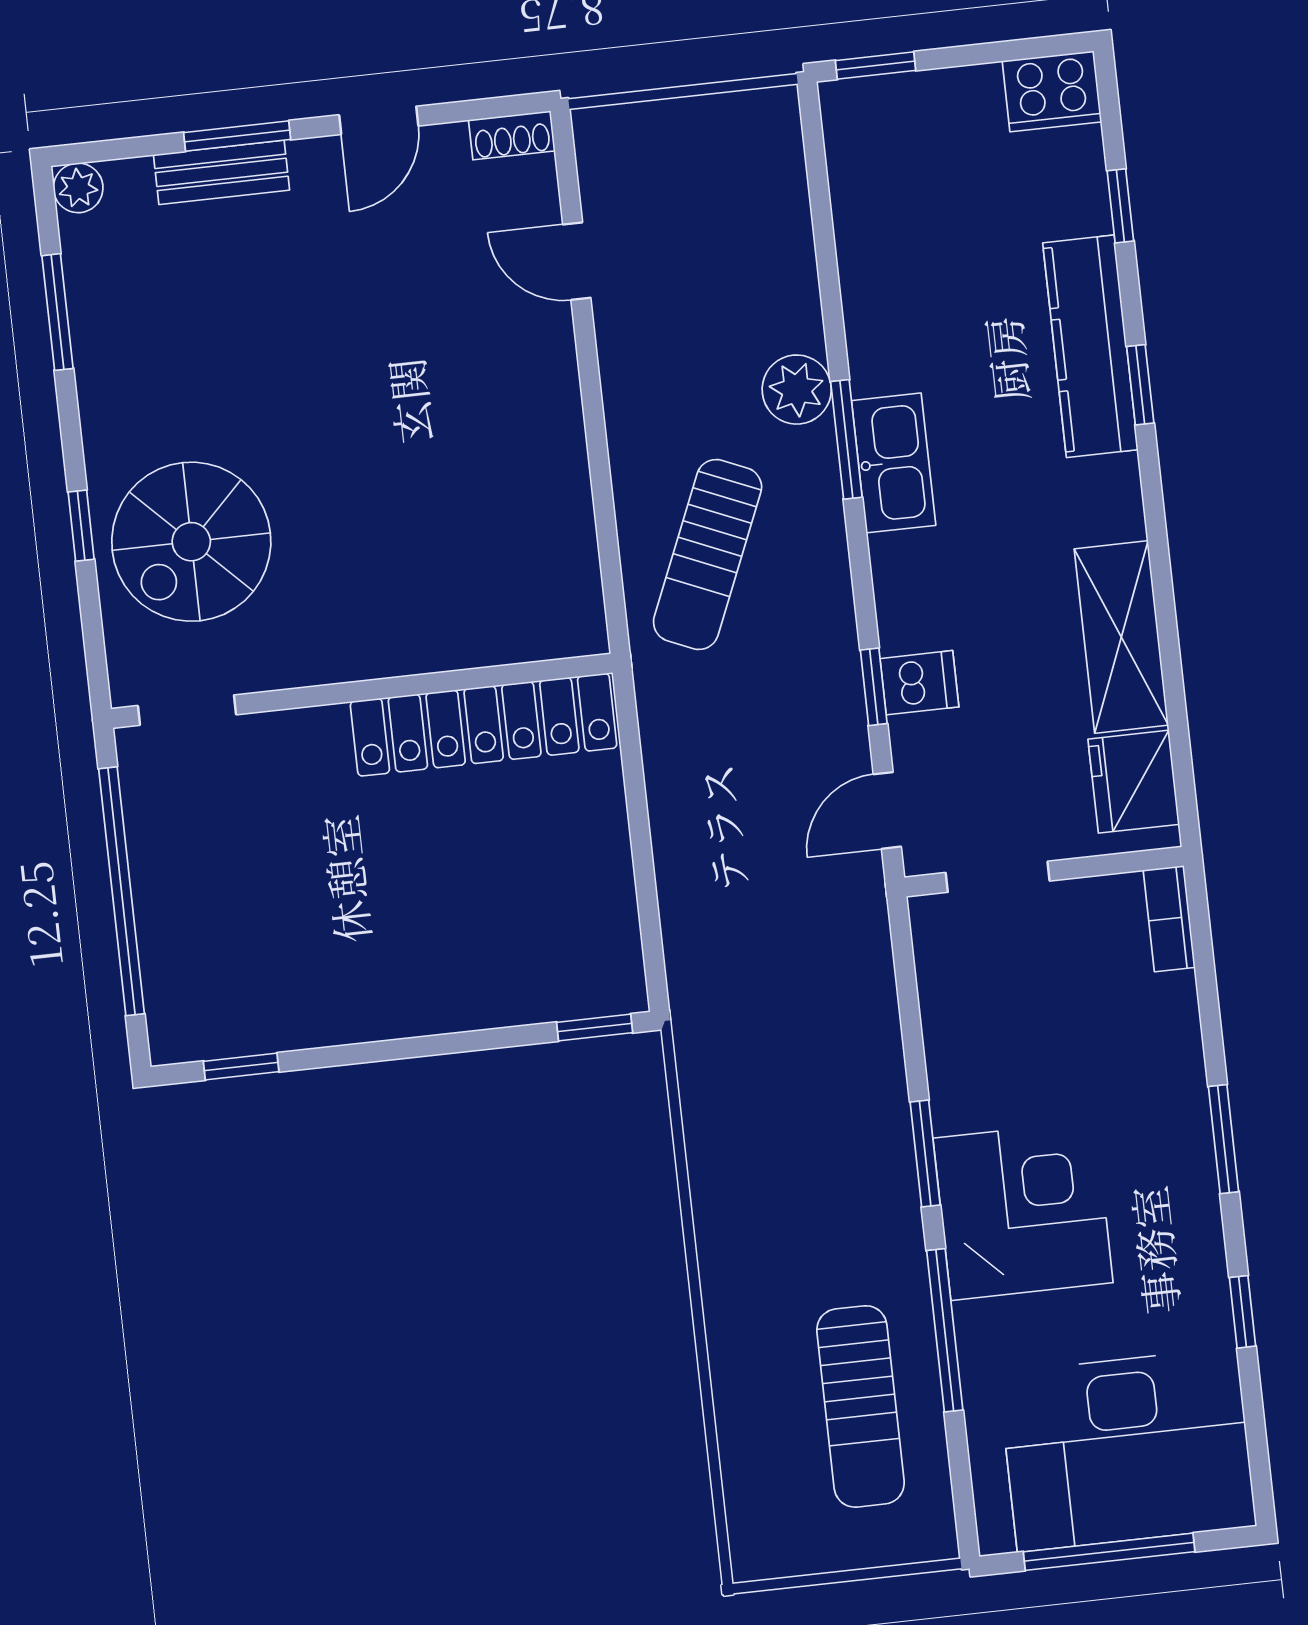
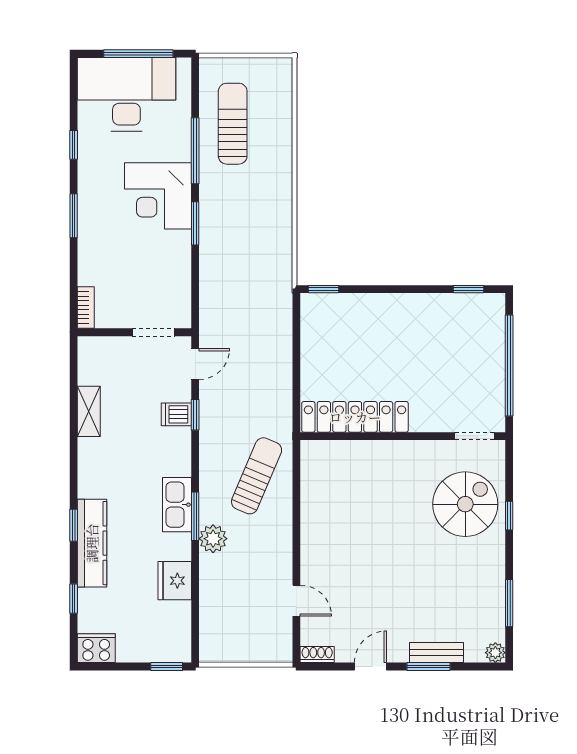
shelving: (1121, 637) -> (89, 411), width x0.67, depth x0.75
fridge: (1134, 782) -> (175, 581), moved, turned 180

